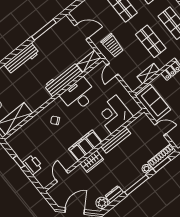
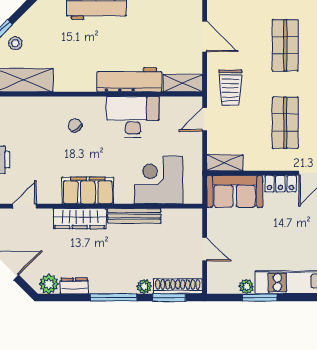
shelving: (148, 74) -> (225, 163), moved
sofa: (153, 103) -> (235, 191), moved, turned 90
wardrobe: (92, 161) -> (80, 219), width x1.50

